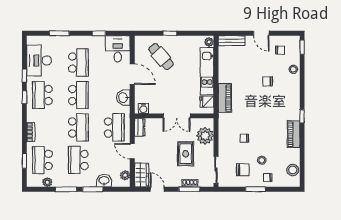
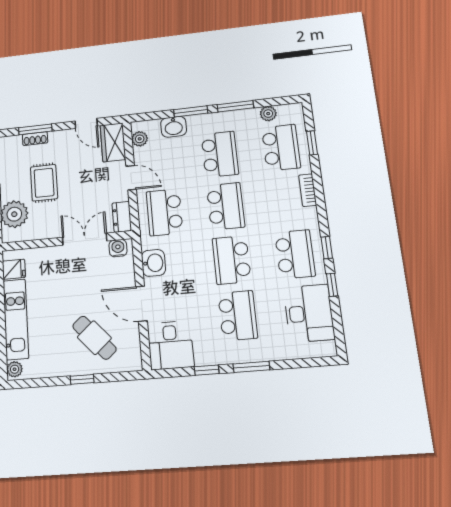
window: (59, 33) -> (251, 367), moved
school desk: (78, 63) -> (238, 316), turned 180
double door: (177, 116) -> (85, 239), moved
school desk: (78, 127) -> (226, 206), turned 180

